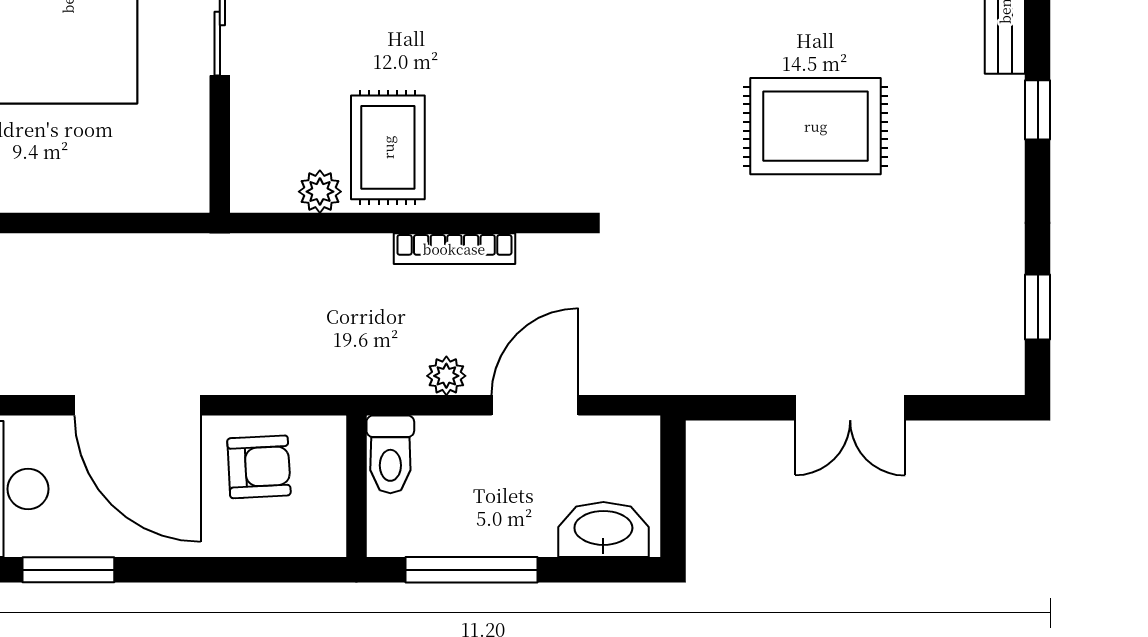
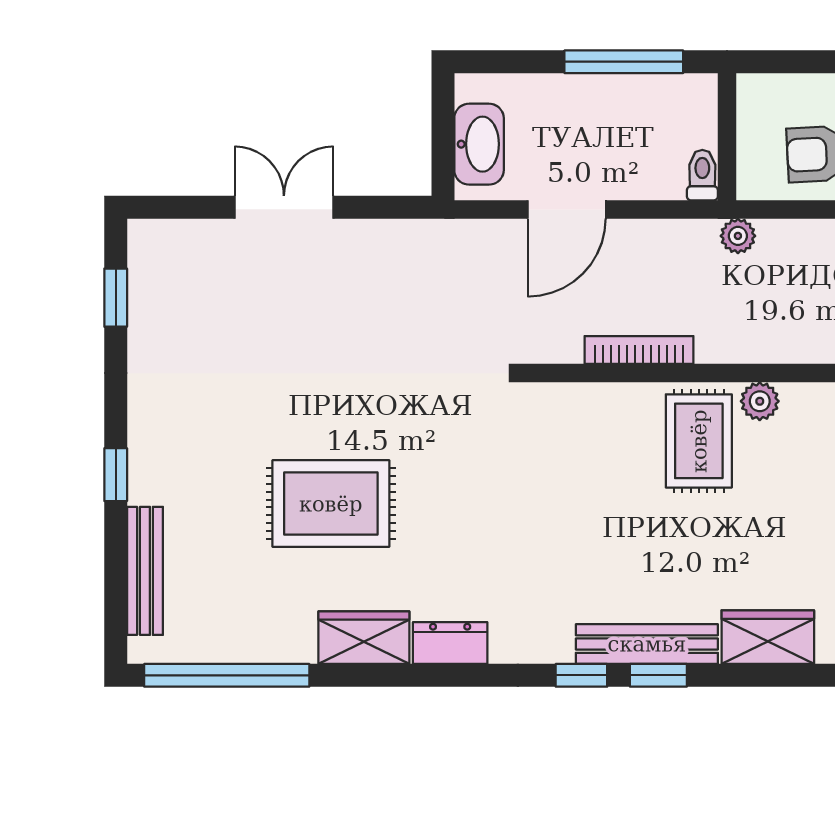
rug: (816, 126) -> (331, 504), moved
plant: (446, 376) -> (738, 236), moved
toilet: (390, 454) -> (702, 175), width x0.73, depth x0.72
washbasin: (603, 530) -> (479, 144), moved, turned -90

